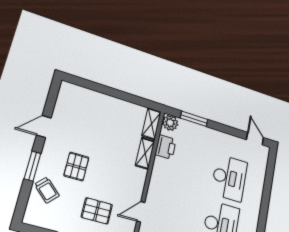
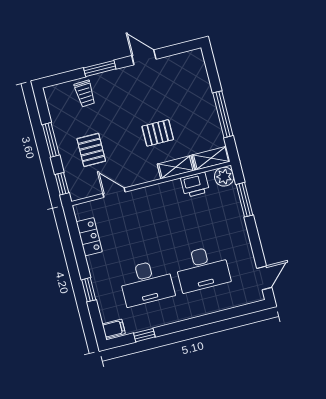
window: (123, 96) -> (223, 114), added
pallet: (76, 167) -> (158, 133), moved
trolley: (47, 190) -> (85, 94), turned -46

